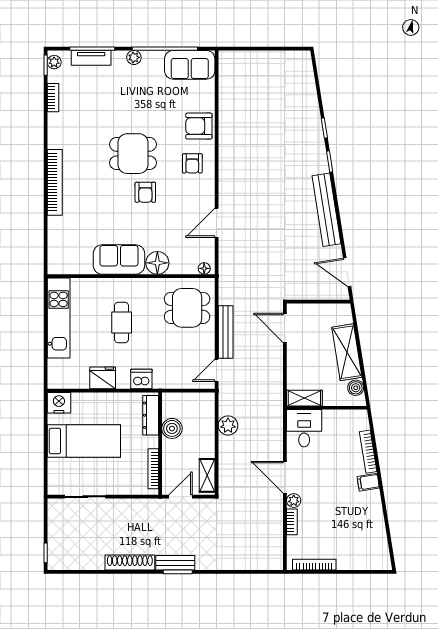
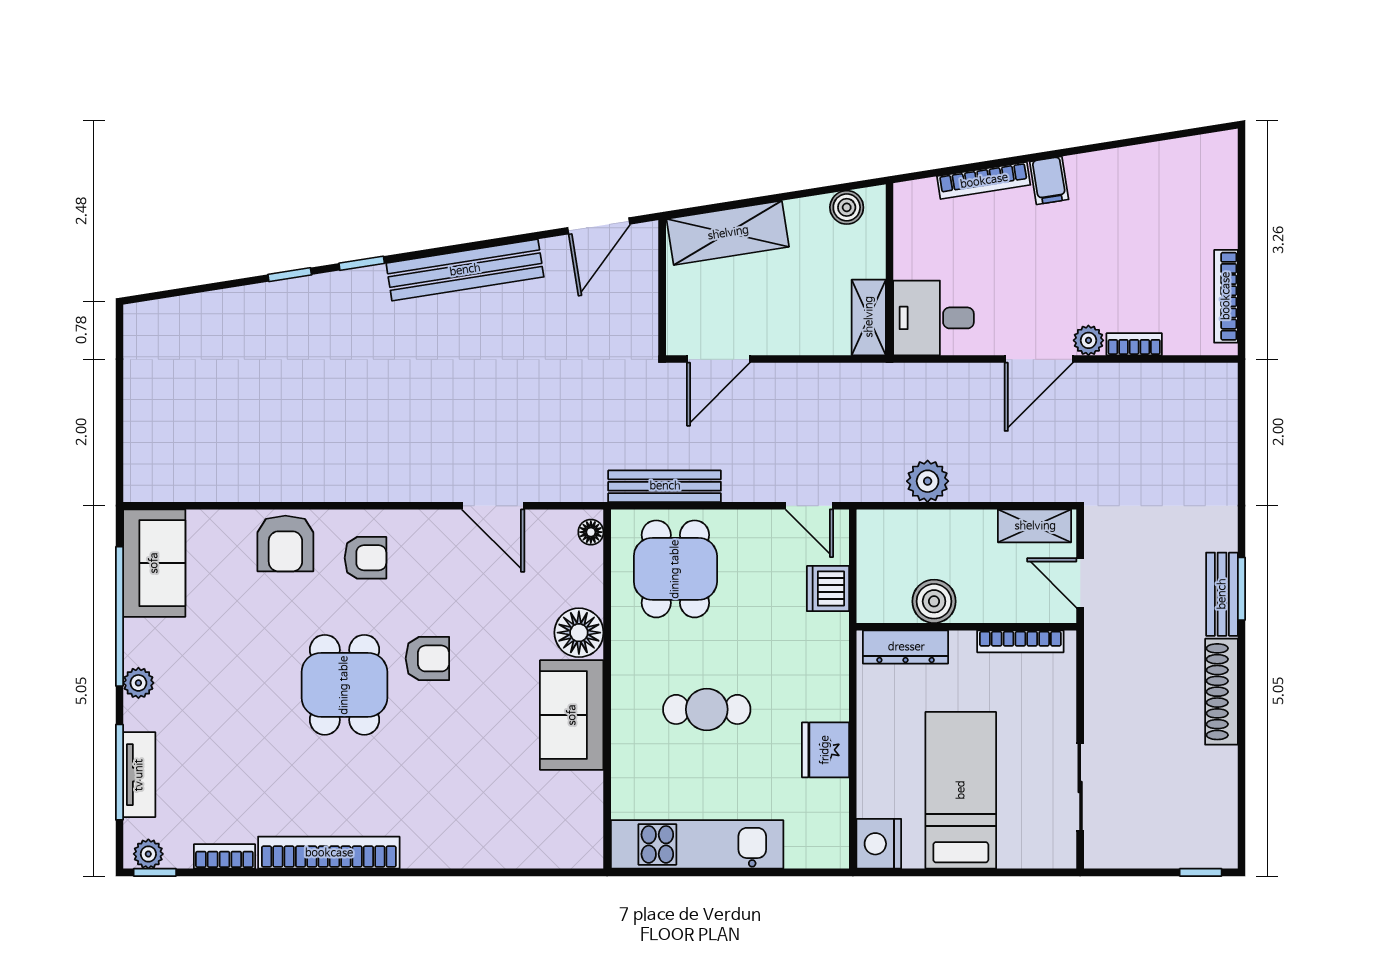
bookcase: (55, 182) -> (329, 853), moved
bench: (226, 332) -> (665, 486), moved
shelving: (347, 352) -> (728, 233), moved
dishwasher: (141, 379) -> (828, 589), moved

